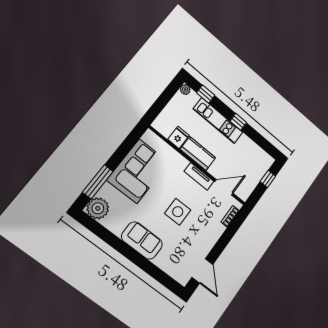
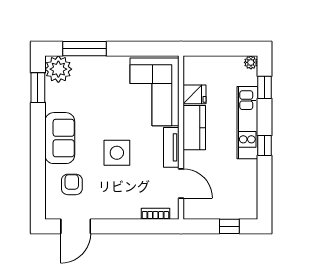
corner sofa: (138, 171) -> (155, 92), moved, turned 90
window: (99, 231) -> (38, 88), added
armchair: (176, 254) -> (72, 184), added

